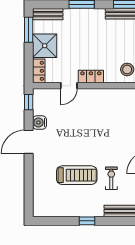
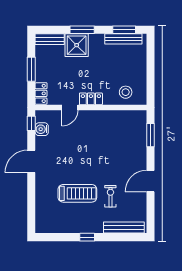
window: (29, 30) -> (31, 69), moved
shower: (45, 46) -> (77, 45), moved
water cooler: (40, 123) -> (42, 129), moved

